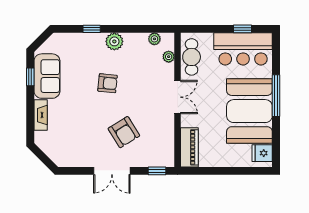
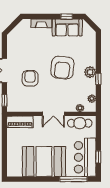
window: (92, 29) -> (98, 79), moved
armchair: (108, 83) -> (62, 68), width x1.88, depth x1.88
window: (276, 96) -> (73, 179), moved
armchair: (124, 132) -> (30, 78), turned 122
fridge: (262, 153) -> (16, 170), removed

